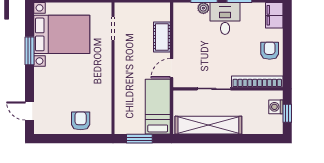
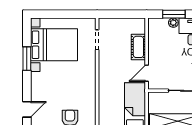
door: (30, 111) -> (27, 109), swing flipped

